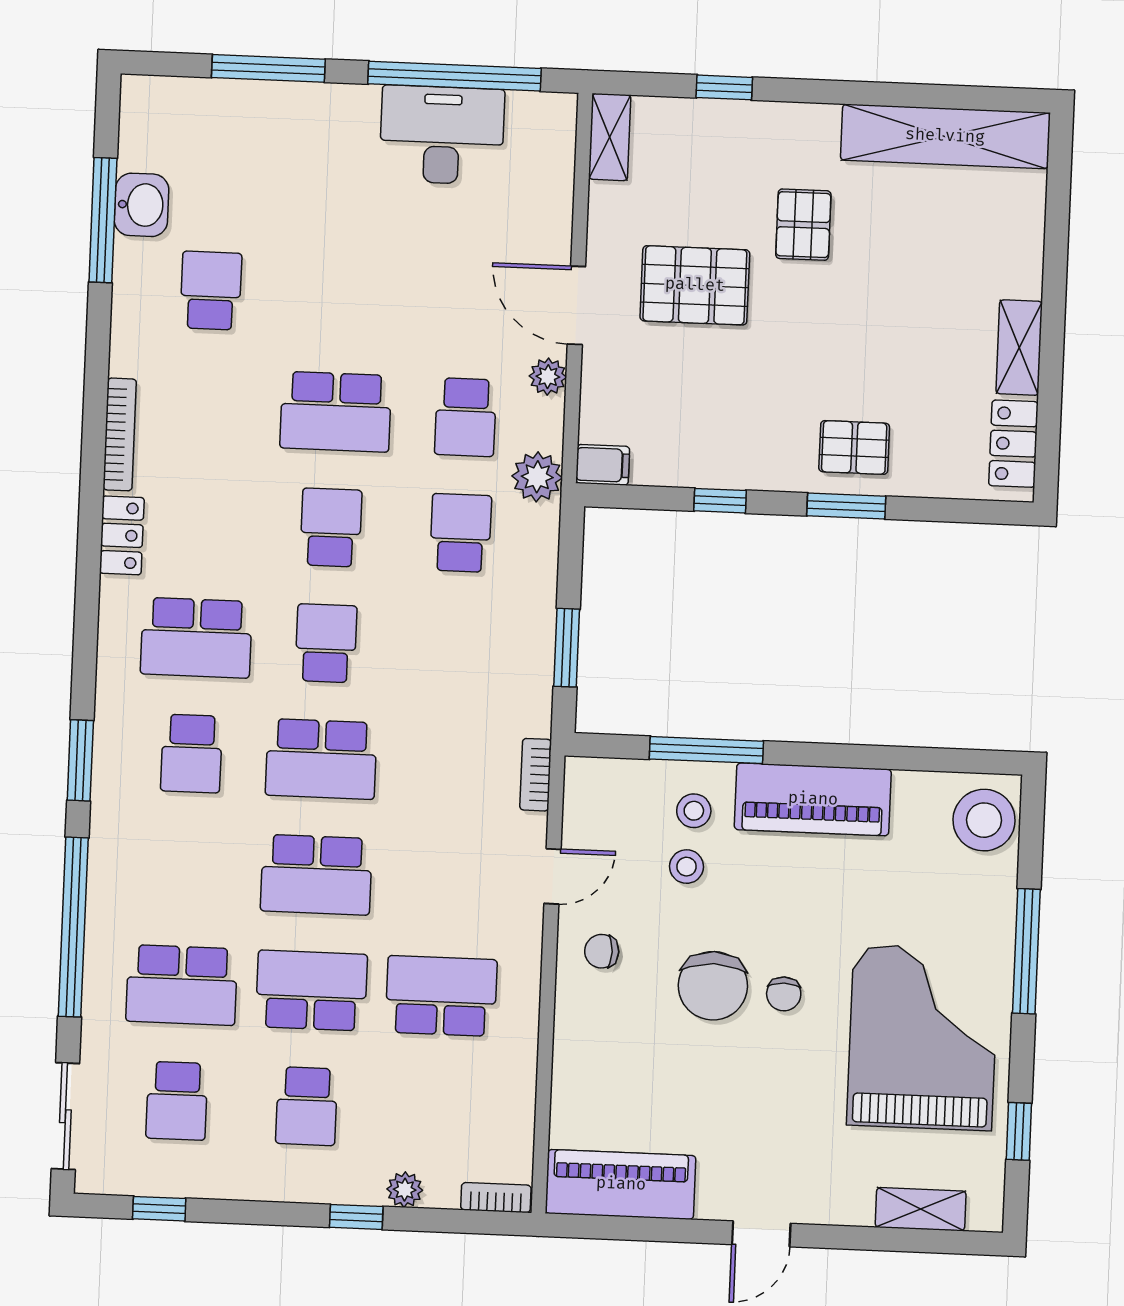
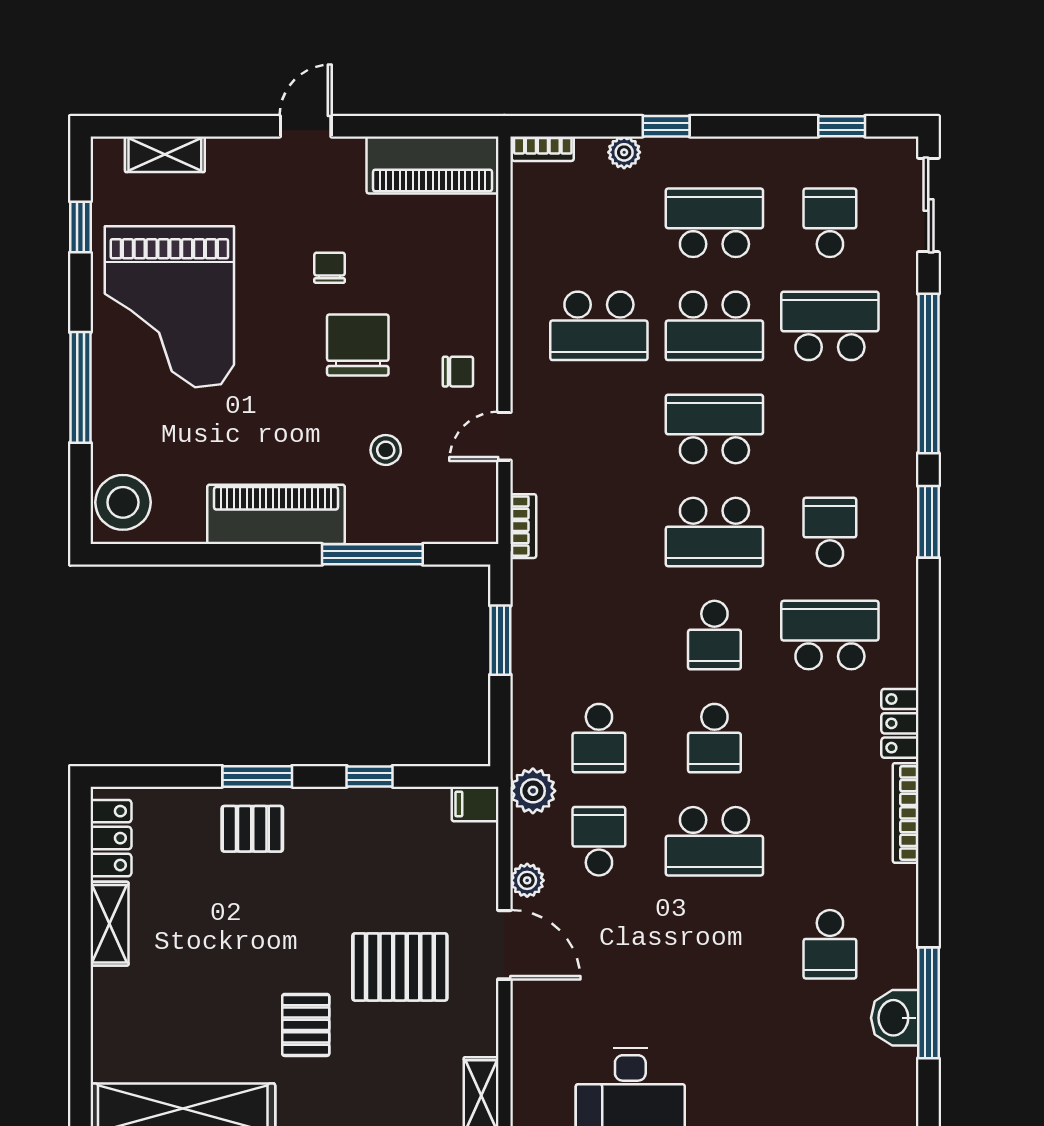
school desk: (336, 412) -> (714, 841), turned 180
school desk: (321, 759) -> (714, 532), turned 180
stool: (694, 811) -> (381, 500), removed
chair: (784, 994) -> (330, 268), moved
school desk: (307, 1106) -> (714, 223), width x1.85

